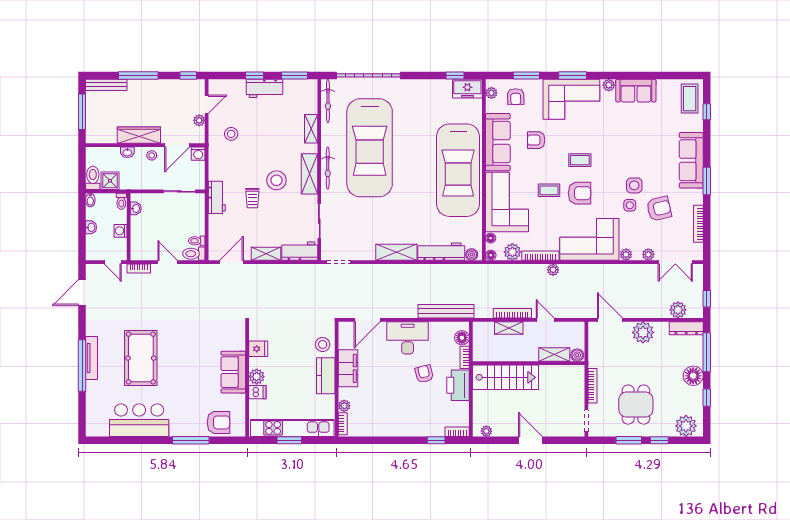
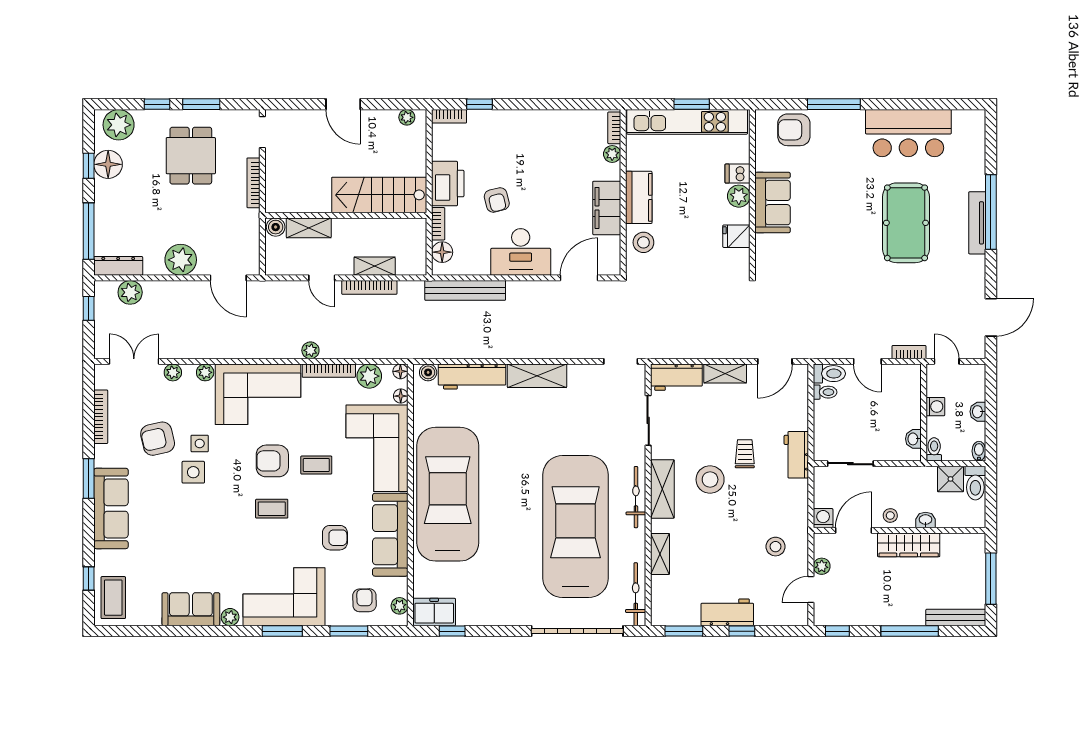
floor lamp: (693, 376) -> (108, 164), moved

